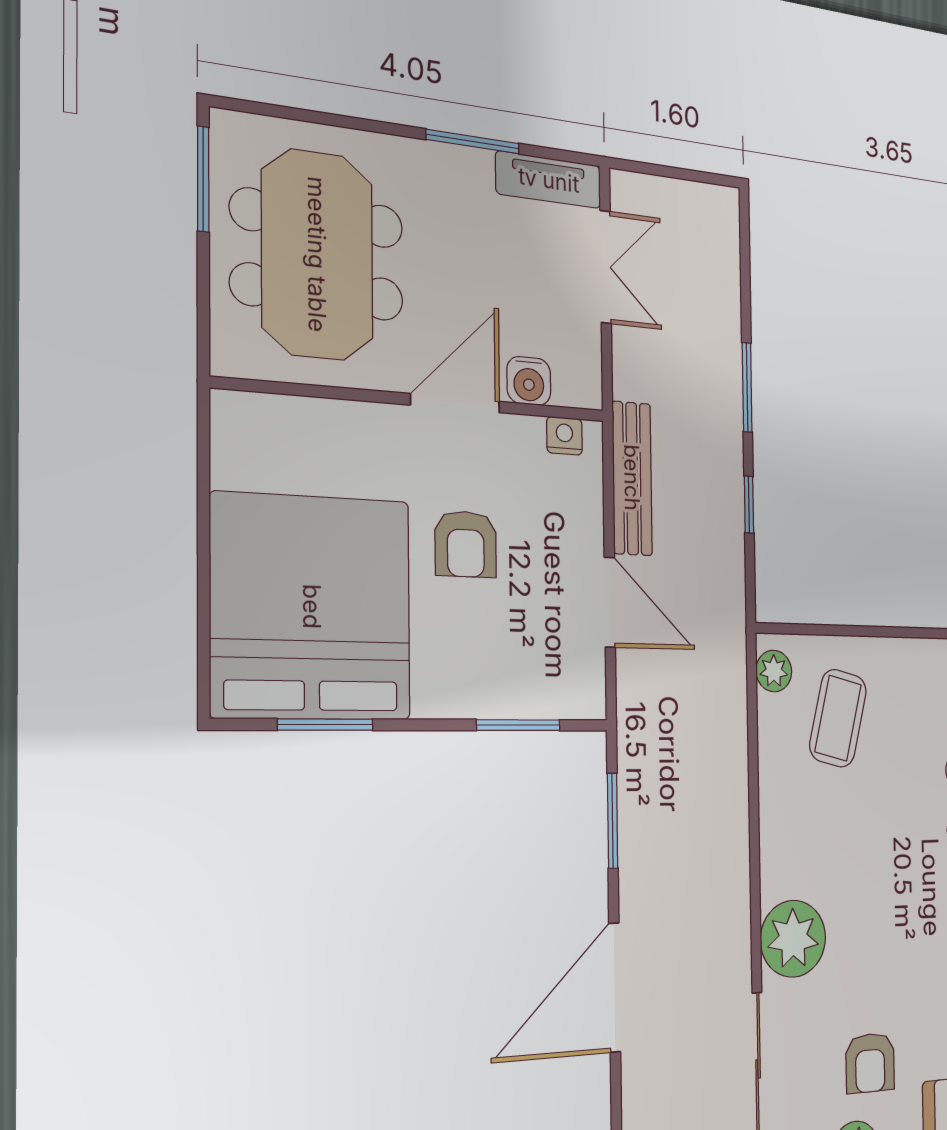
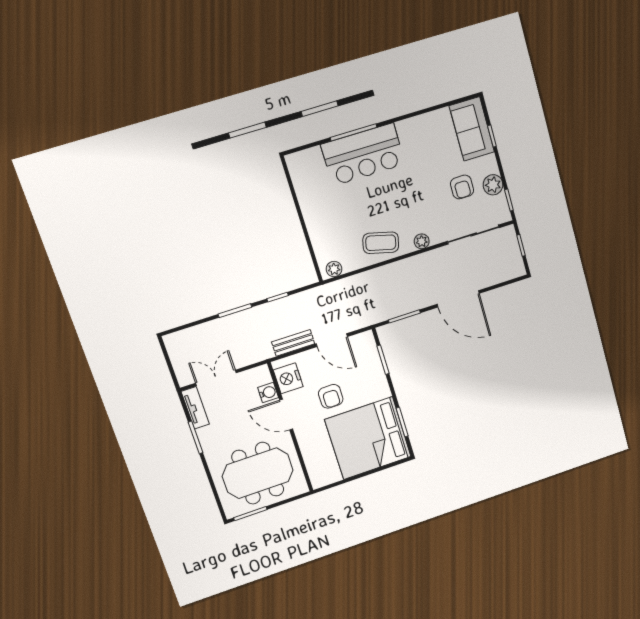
nightstand: (564, 436) -> (288, 378), width x1.89, depth x1.79
bench: (632, 478) -> (293, 343), width x0.73
armchair: (466, 544) -> (331, 396), turned 90
door: (610, 602) -> (332, 340), swing flipped
coffee table: (838, 718) -> (381, 243), moved
plant: (793, 939) -> (422, 241), width x0.53, depth x0.53
armchair: (870, 1063) -> (462, 187), turned 90

